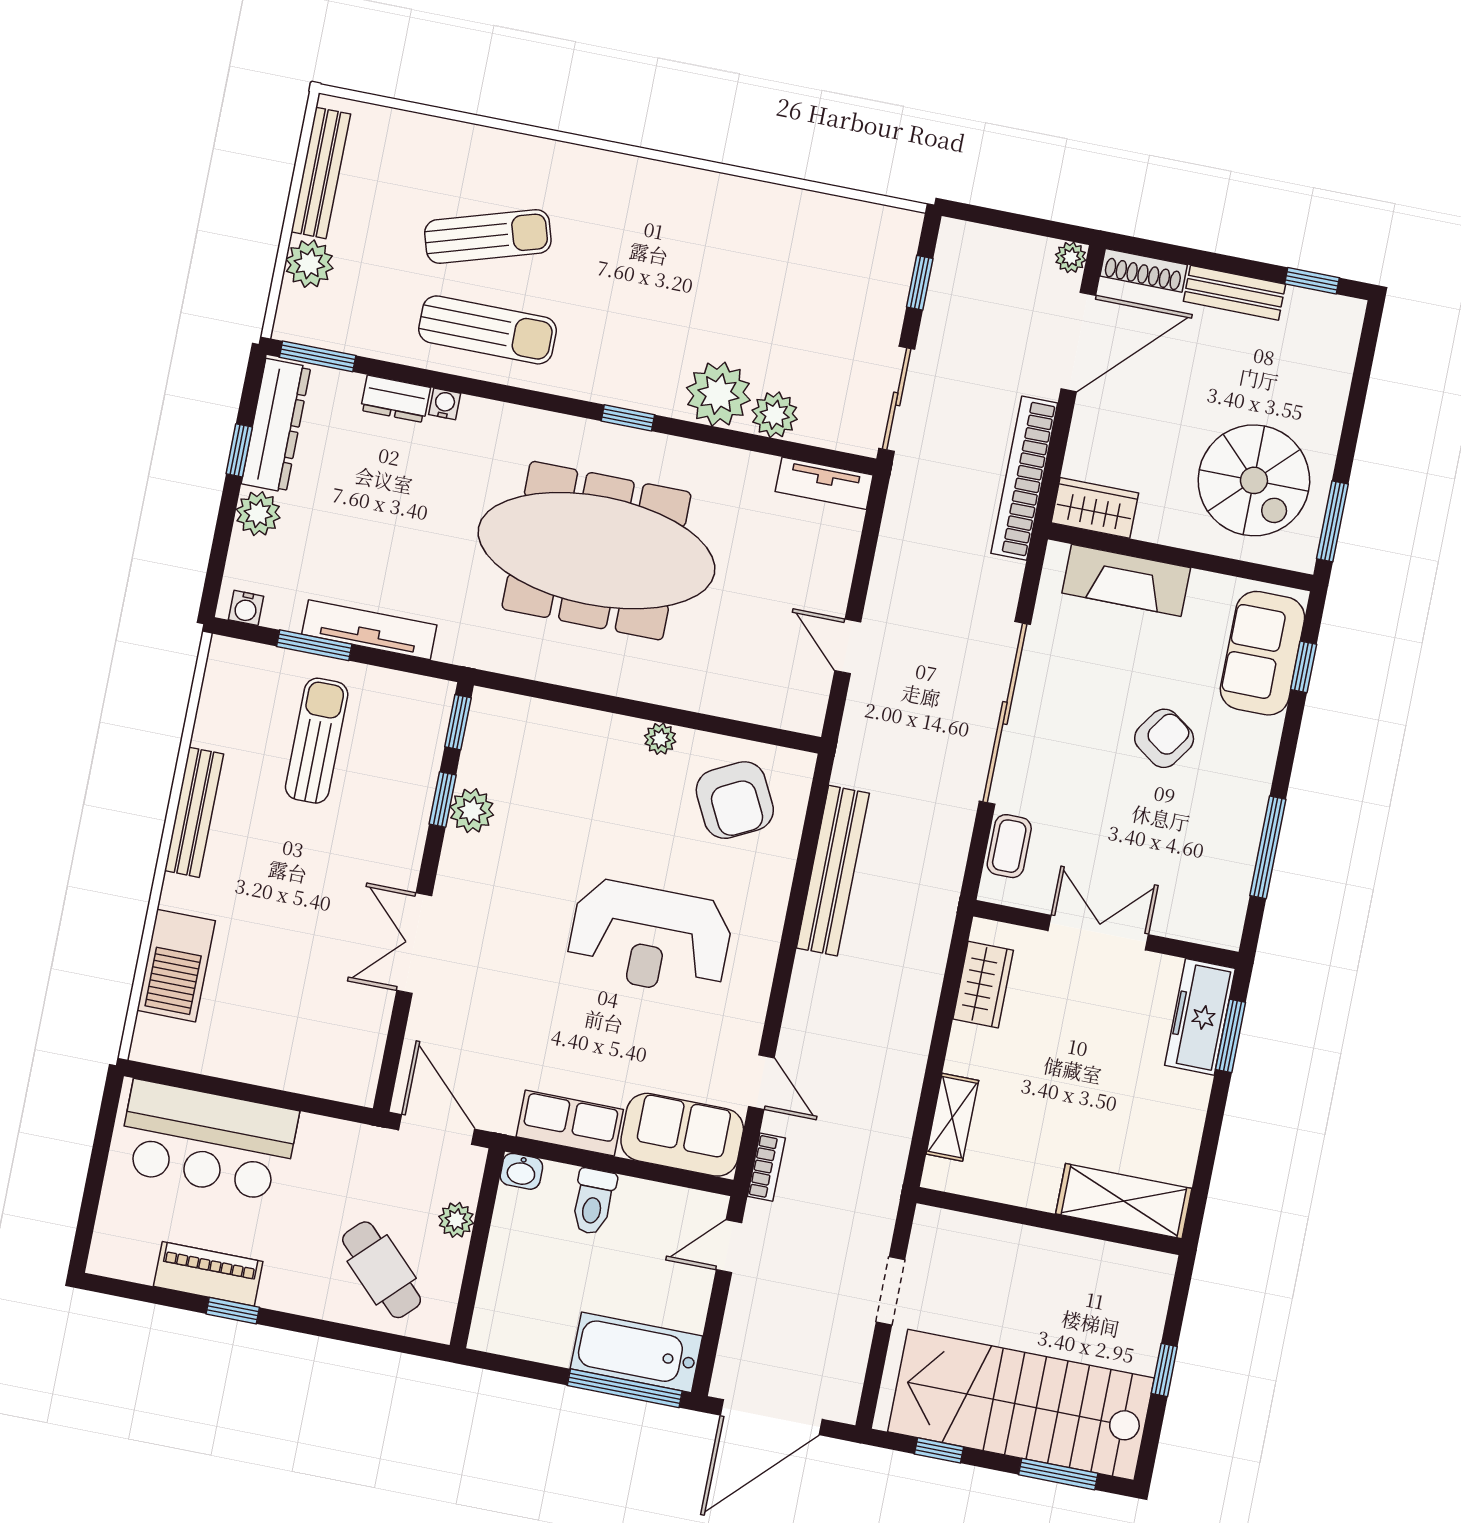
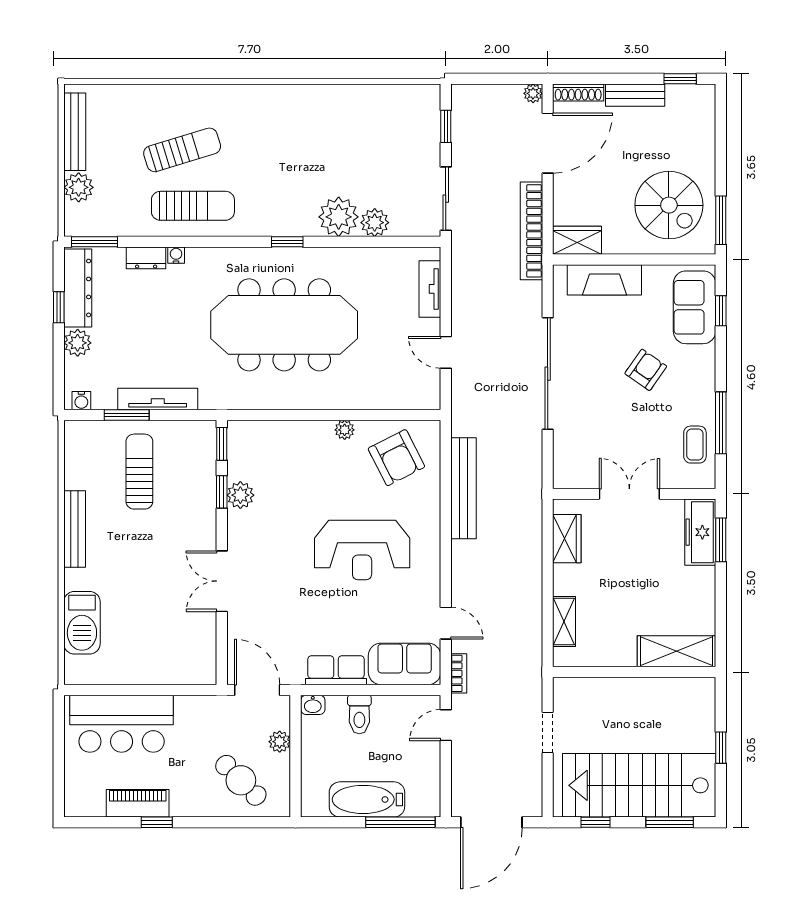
tv unit: (824, 483) -> (430, 289), moved, turned 90
coffee table: (1009, 846) -> (695, 445), moved
bathtub: (636, 1352) -> (367, 799), moved

